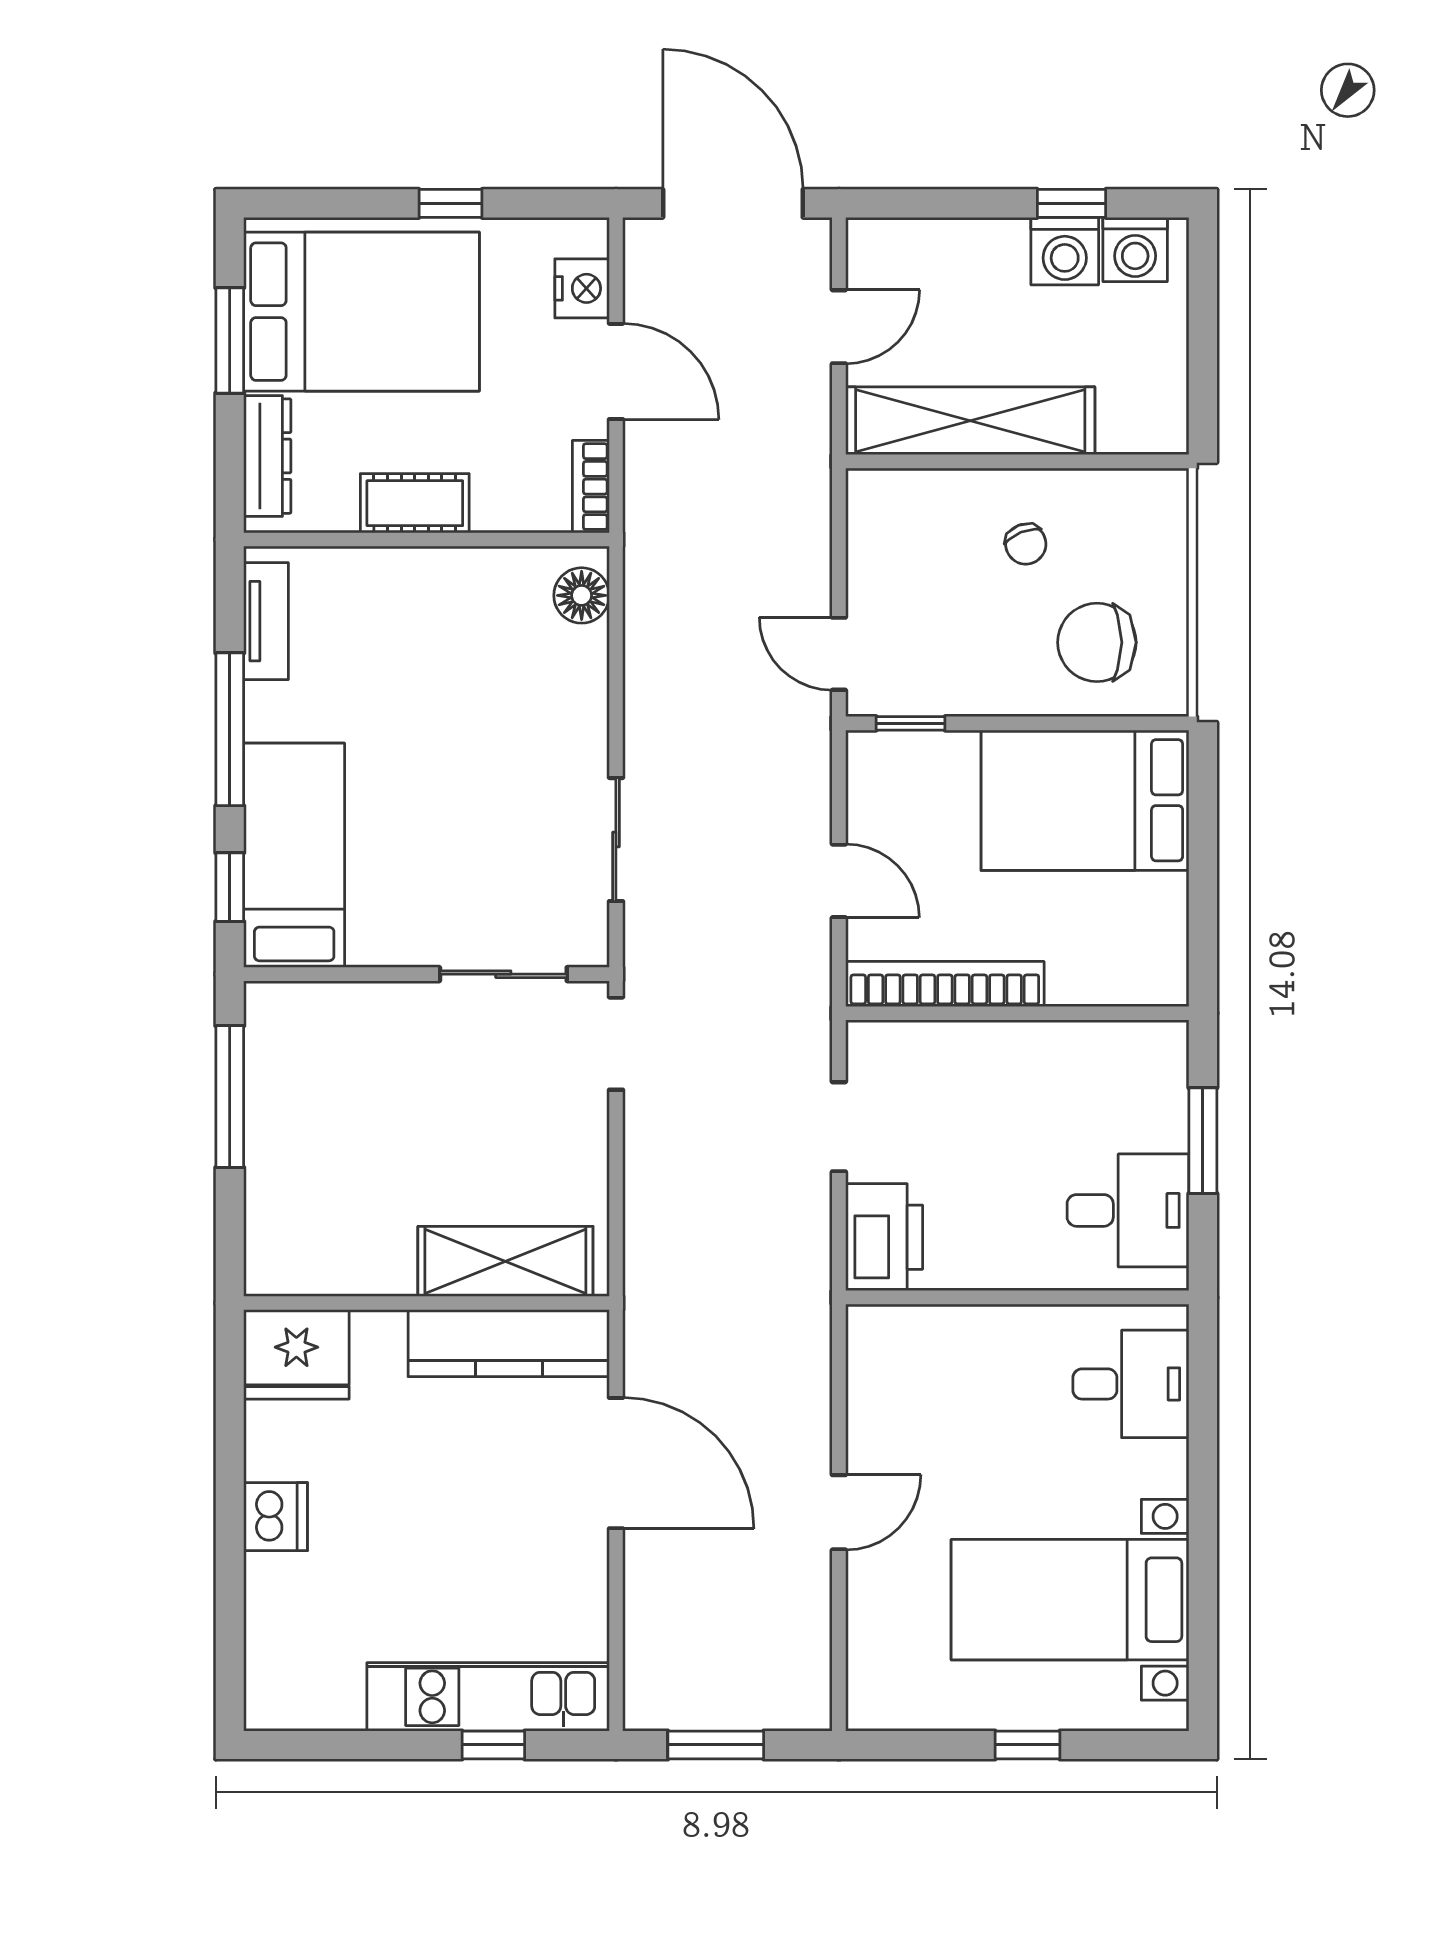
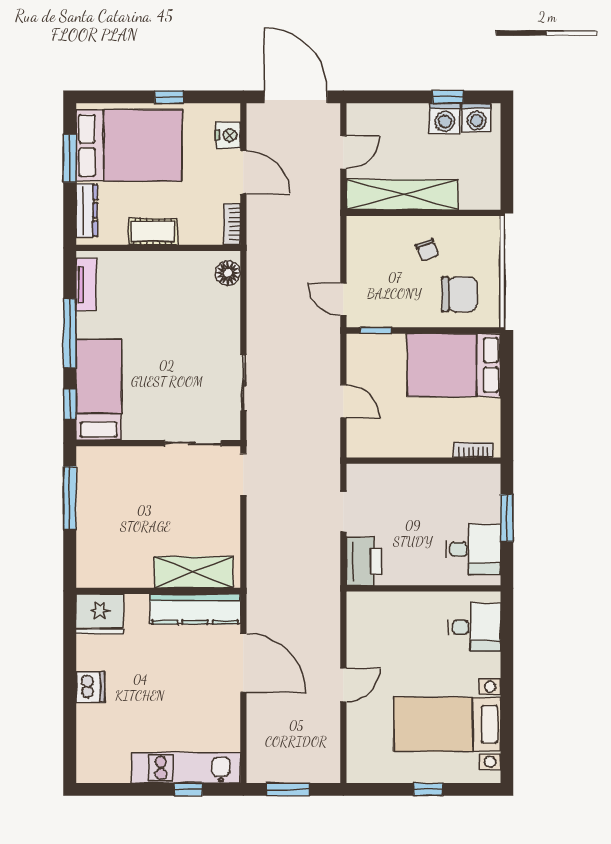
chair: (1097, 642) -> (459, 294), turned 180
bookcase: (945, 984) -> (473, 450), moved, width x0.43, depth x0.76

